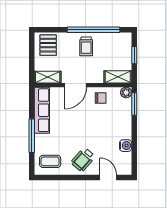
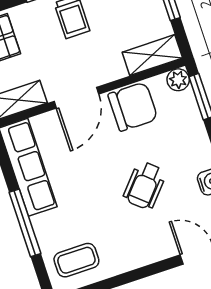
chair: (101, 98) -> (133, 107), width x1.87, depth x1.87
wheelchair: (83, 160) -> (145, 185), moved

